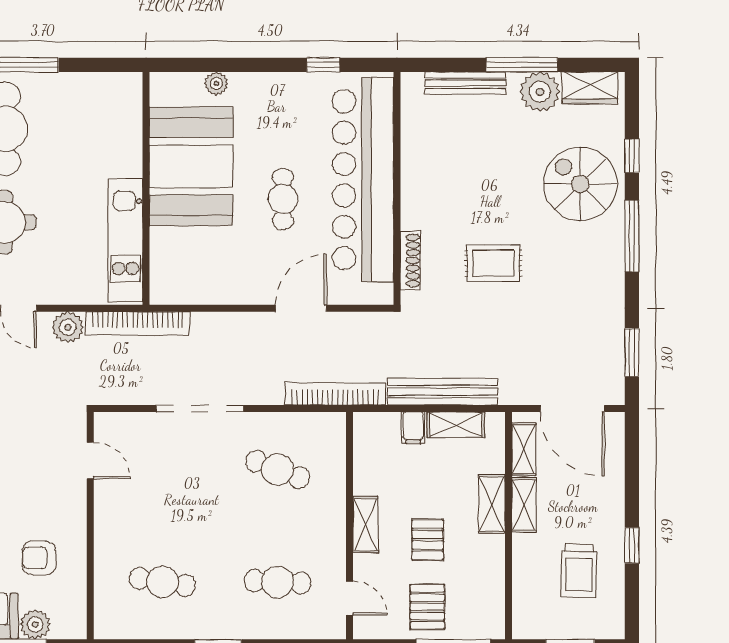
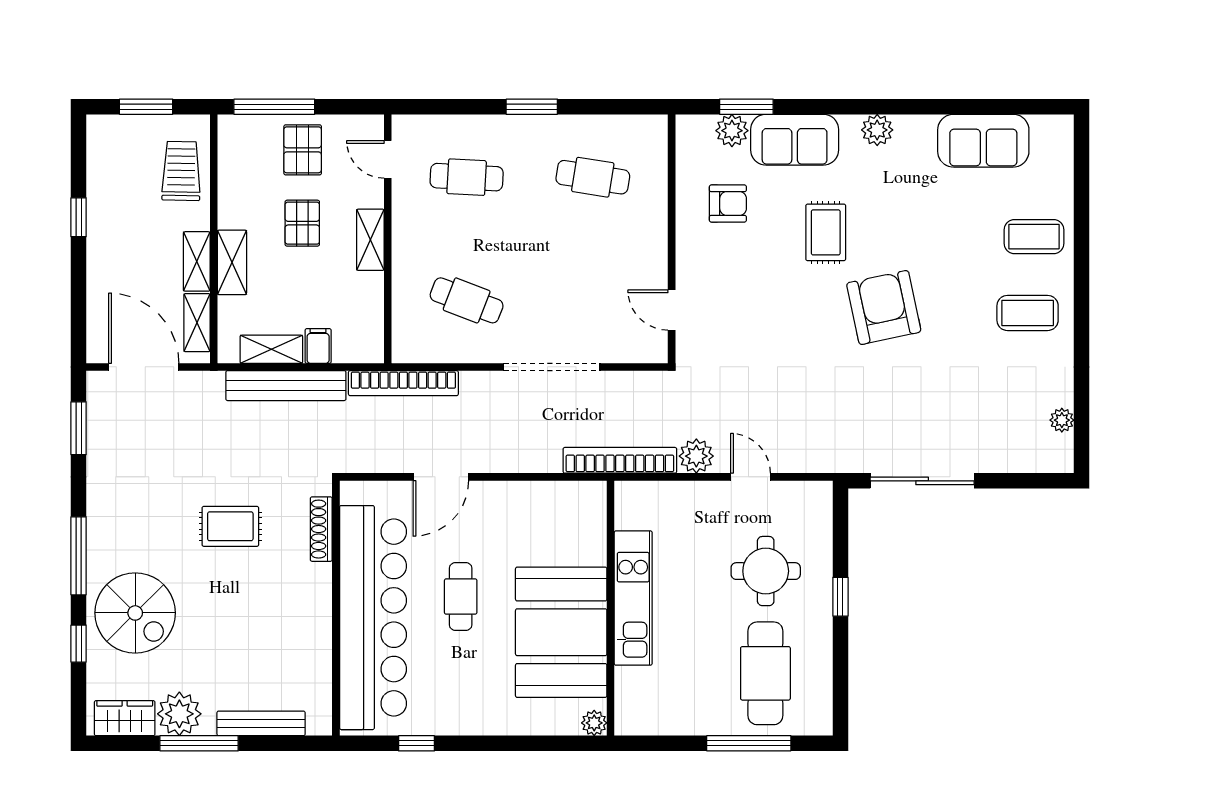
plant: (216, 83) -> (594, 723), moved
kitchen unit: (125, 240) -> (633, 598), moved
trolley: (579, 571) -> (181, 171), moved

